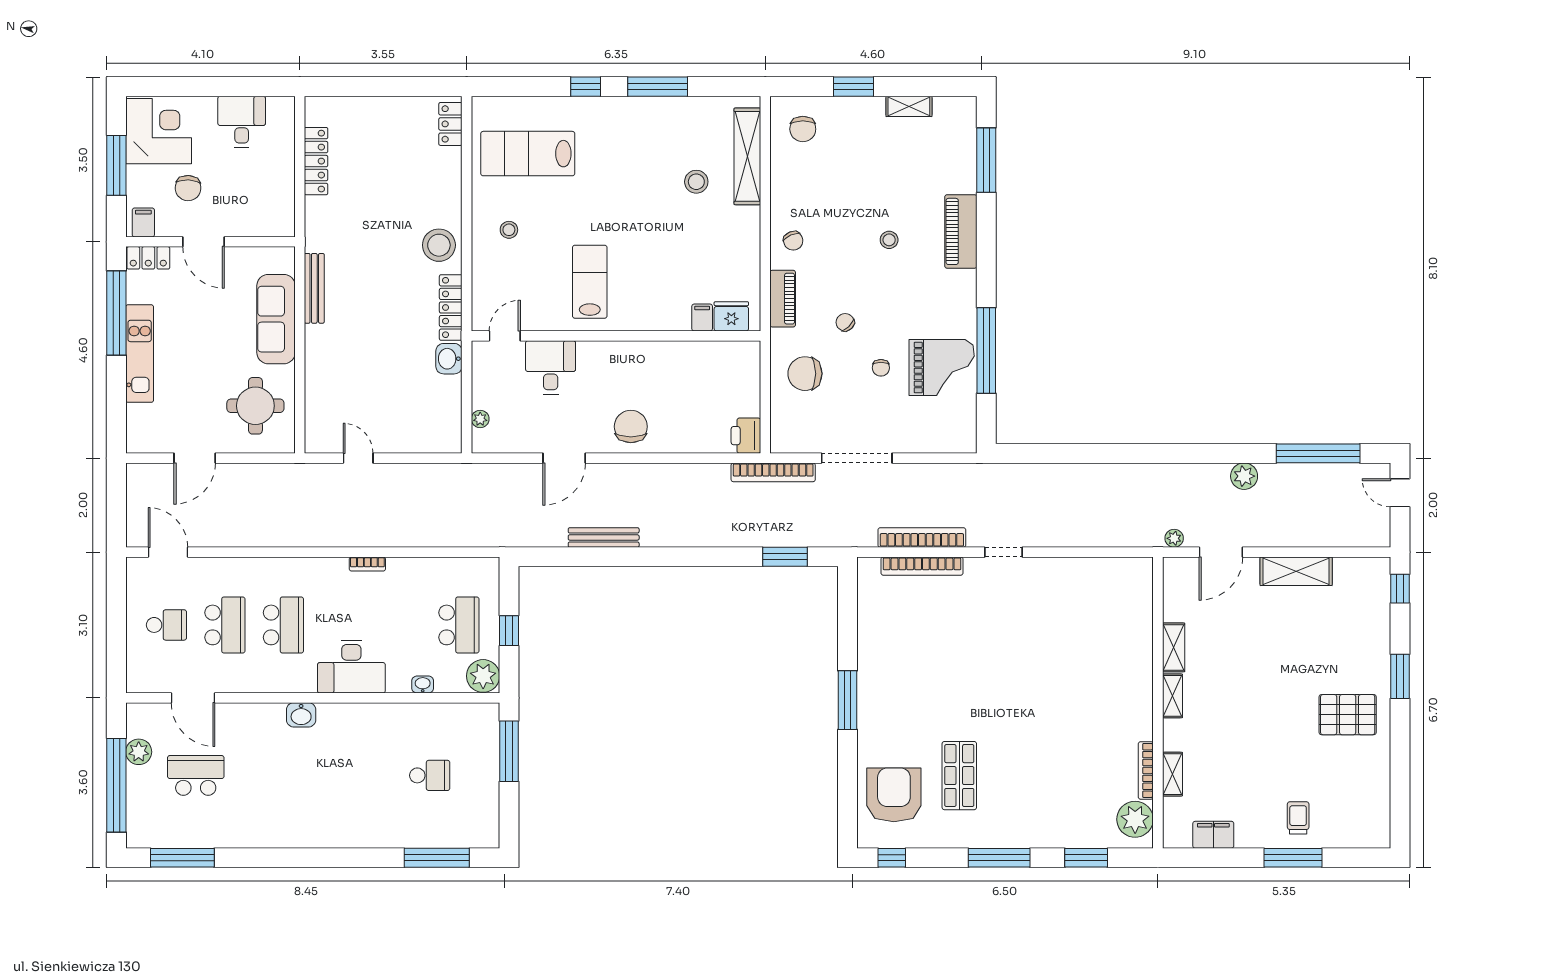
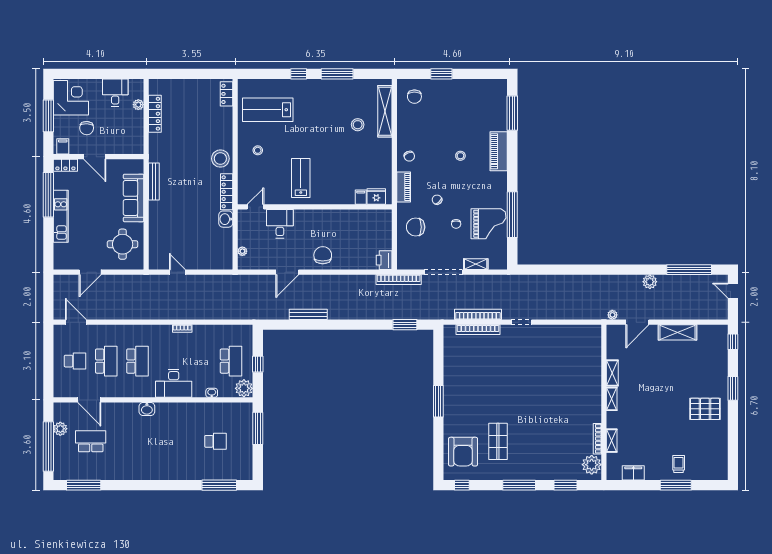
shelving: (909, 106) -> (476, 264), moved
plant: (285, 144) -> (138, 105), added
armchair: (894, 795) -> (463, 452), turned 180

